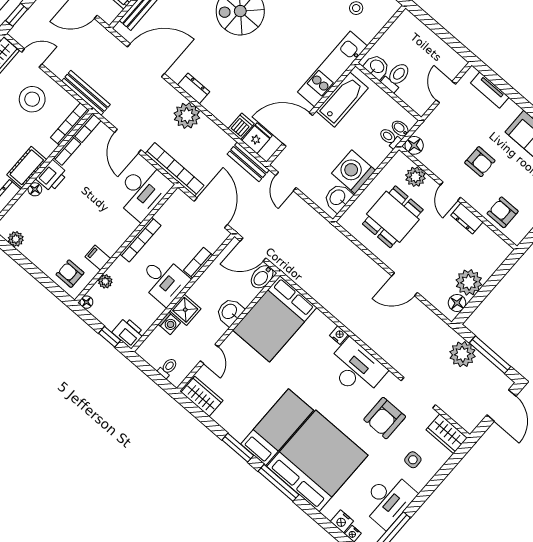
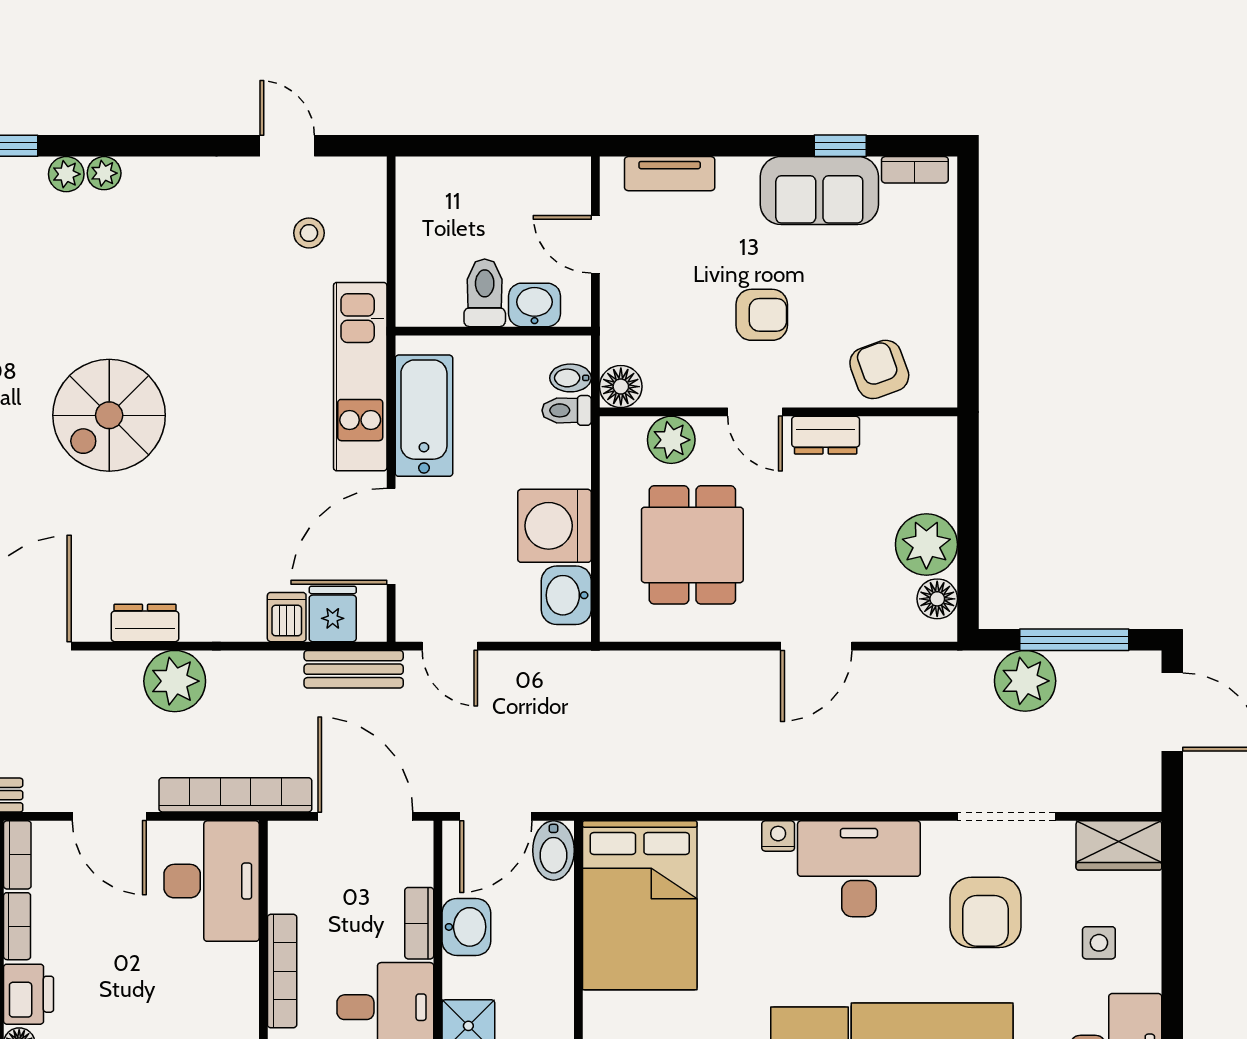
washbasin: (377, 67) -> (534, 305), moved
armchair: (503, 212) -> (879, 369), turned 70
washbasin: (230, 312) -> (466, 927), moved, turned 180

